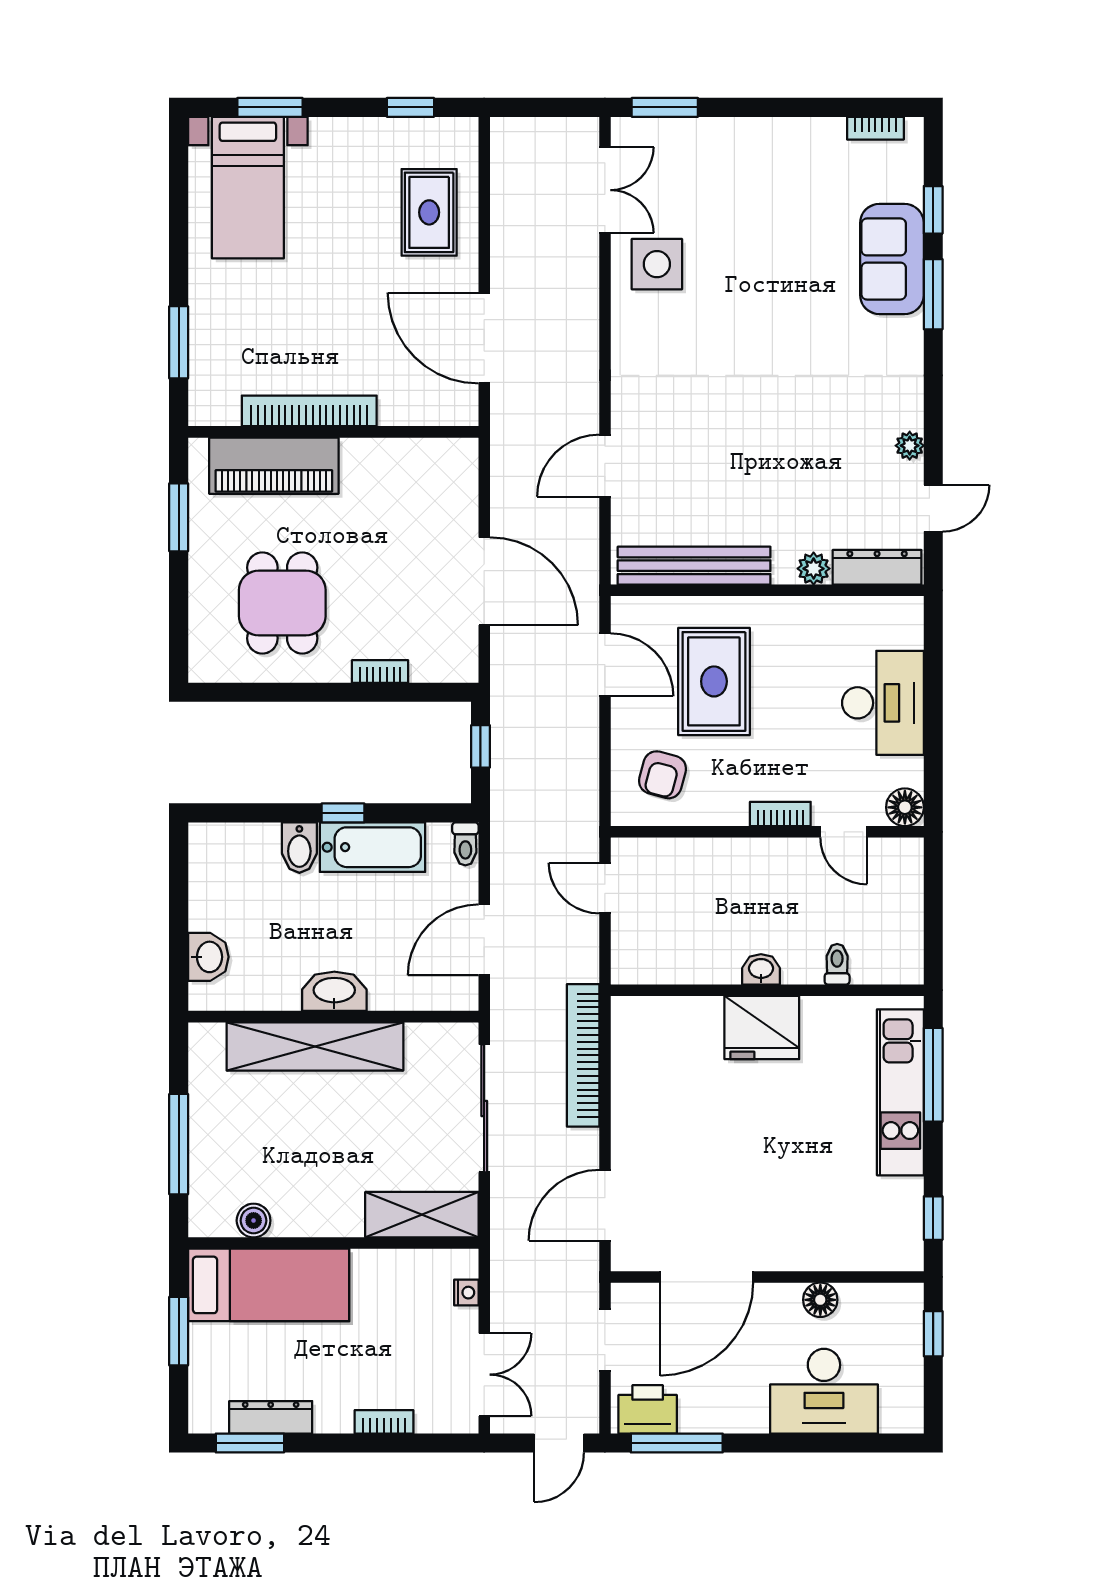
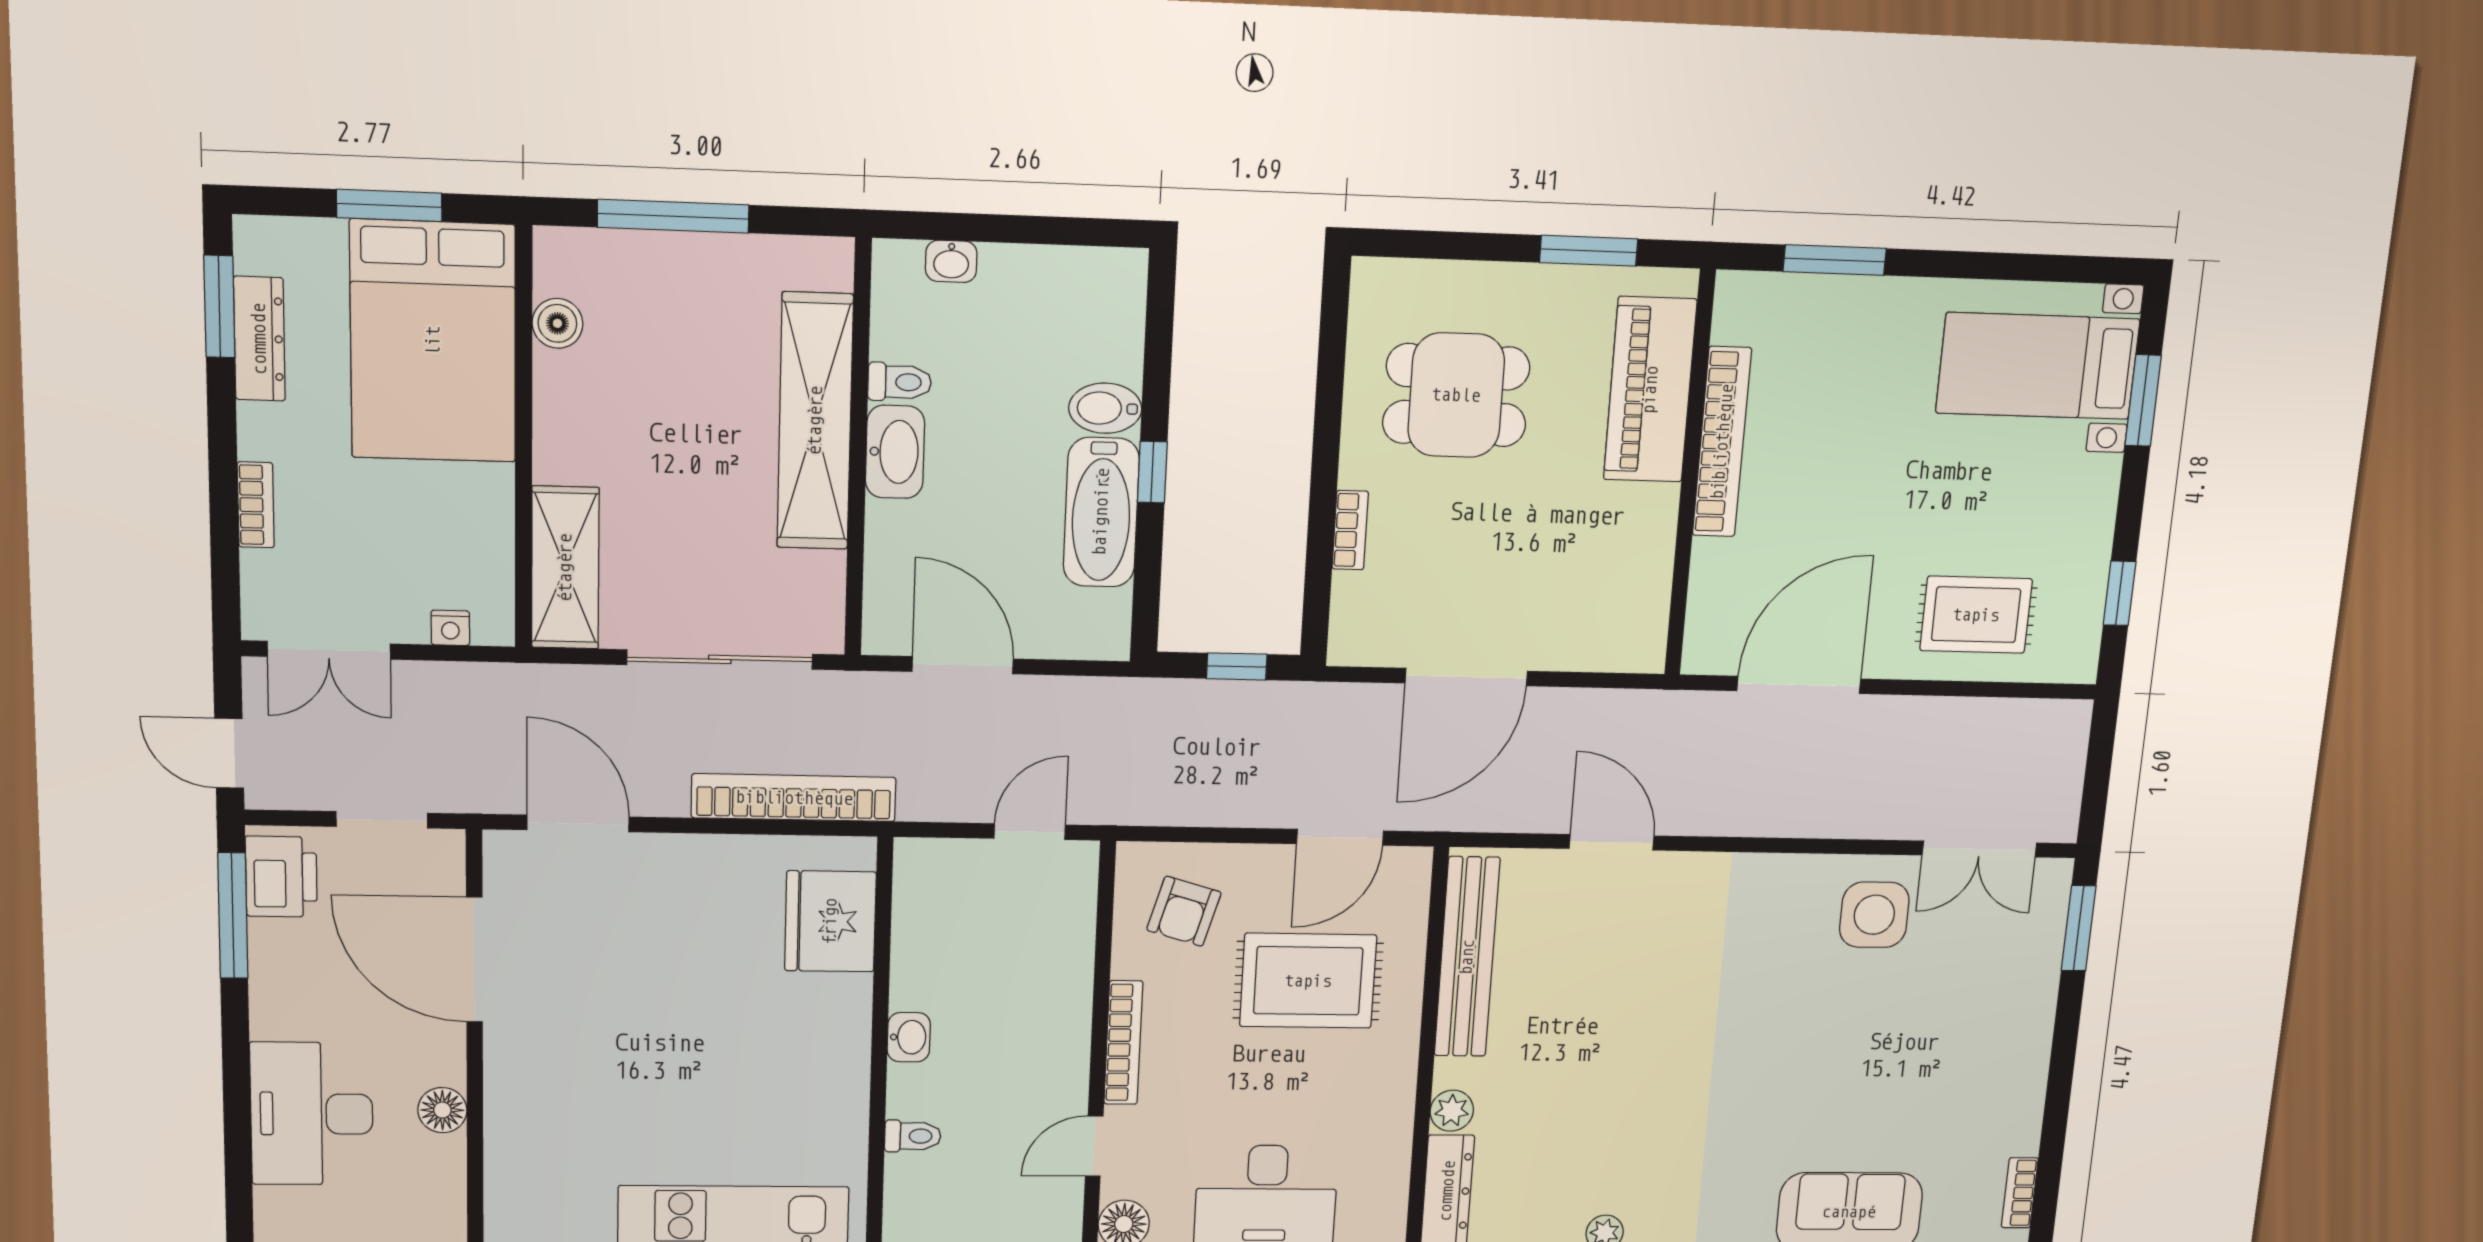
armchair: (663, 775) -> (1184, 911), turned -89
bookcase: (780, 814) -> (1123, 1043), width x1.56
toilet: (465, 844) -> (900, 382), moved, turned 180
washbasin: (208, 957) -> (951, 261), width x0.72, depth x0.69
fridge: (762, 1028) -> (830, 921), moved
bed: (269, 1285) -> (433, 341), width x1.50

